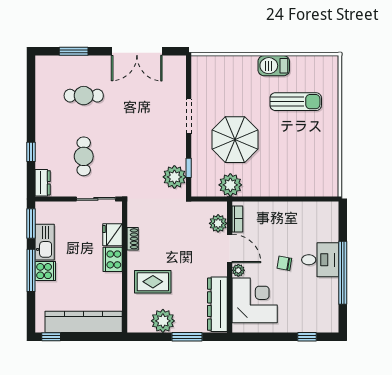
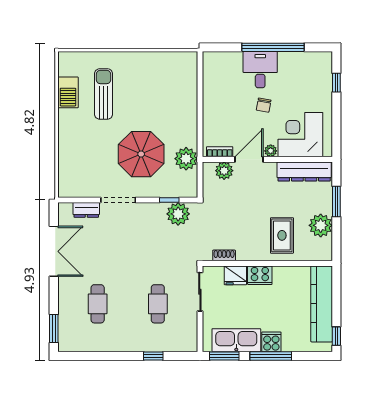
window: (74, 51) -> (54, 328), moved
barbecue: (274, 66) -> (68, 92), moved
cafe table: (84, 156) -> (158, 304), turned 90
dresser: (43, 183) -> (86, 210), moved, turned 180
shoe rack: (133, 239) -> (224, 255), moved
kitchen sink: (45, 242) -> (236, 340), width x1.36, depth x1.24

